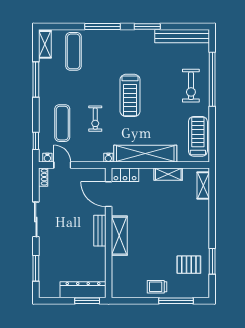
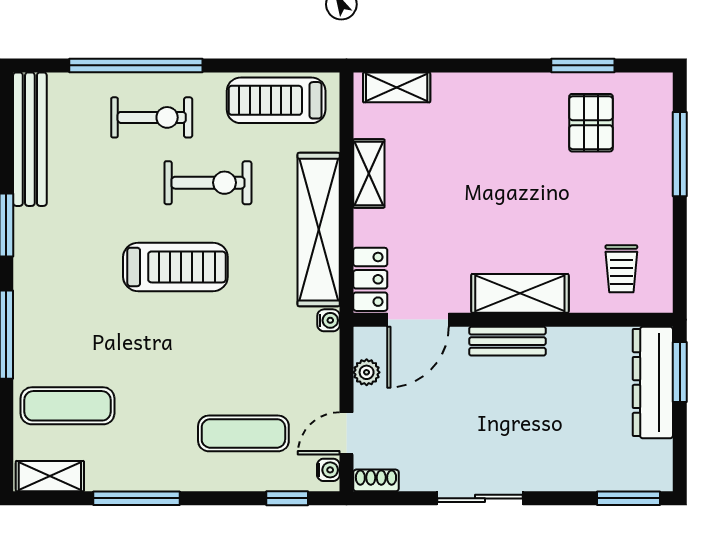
exercise bike: (95, 119) -> (208, 183), moved, width x1.38, depth x1.39
plant: (87, 173) -> (367, 372), added
window: (36, 268) -> (628, 498), moved
trolley: (157, 287) -> (621, 269), moved

